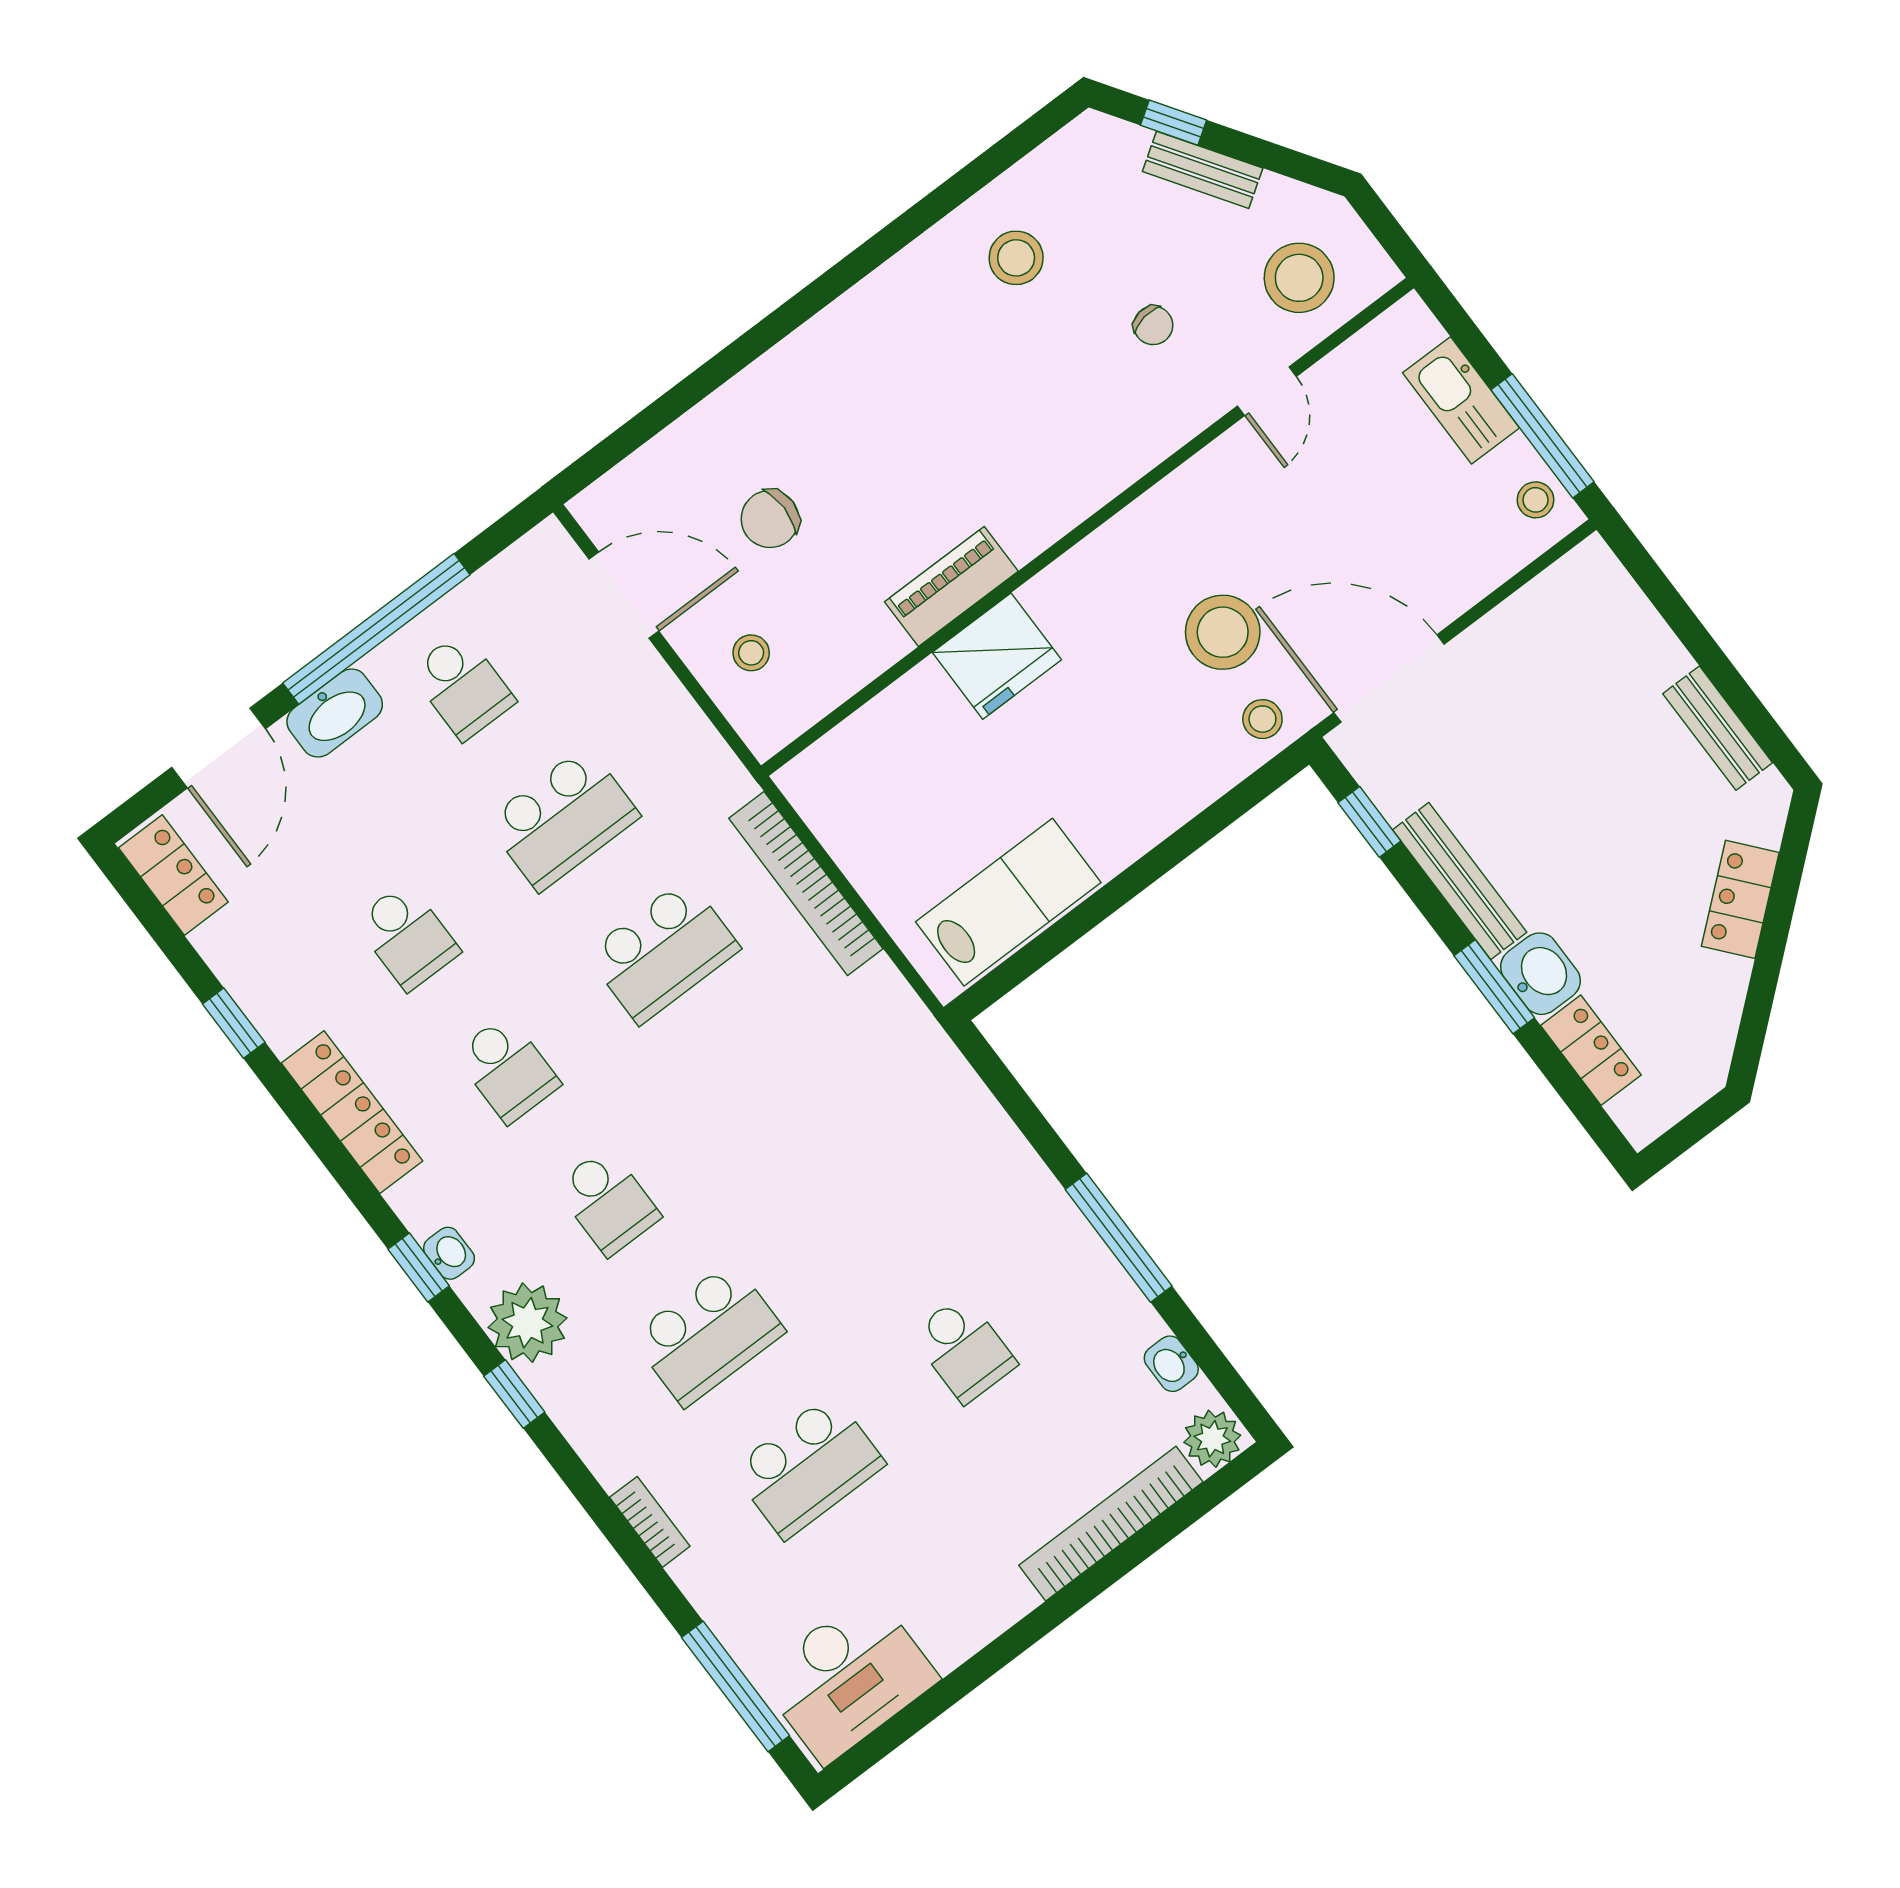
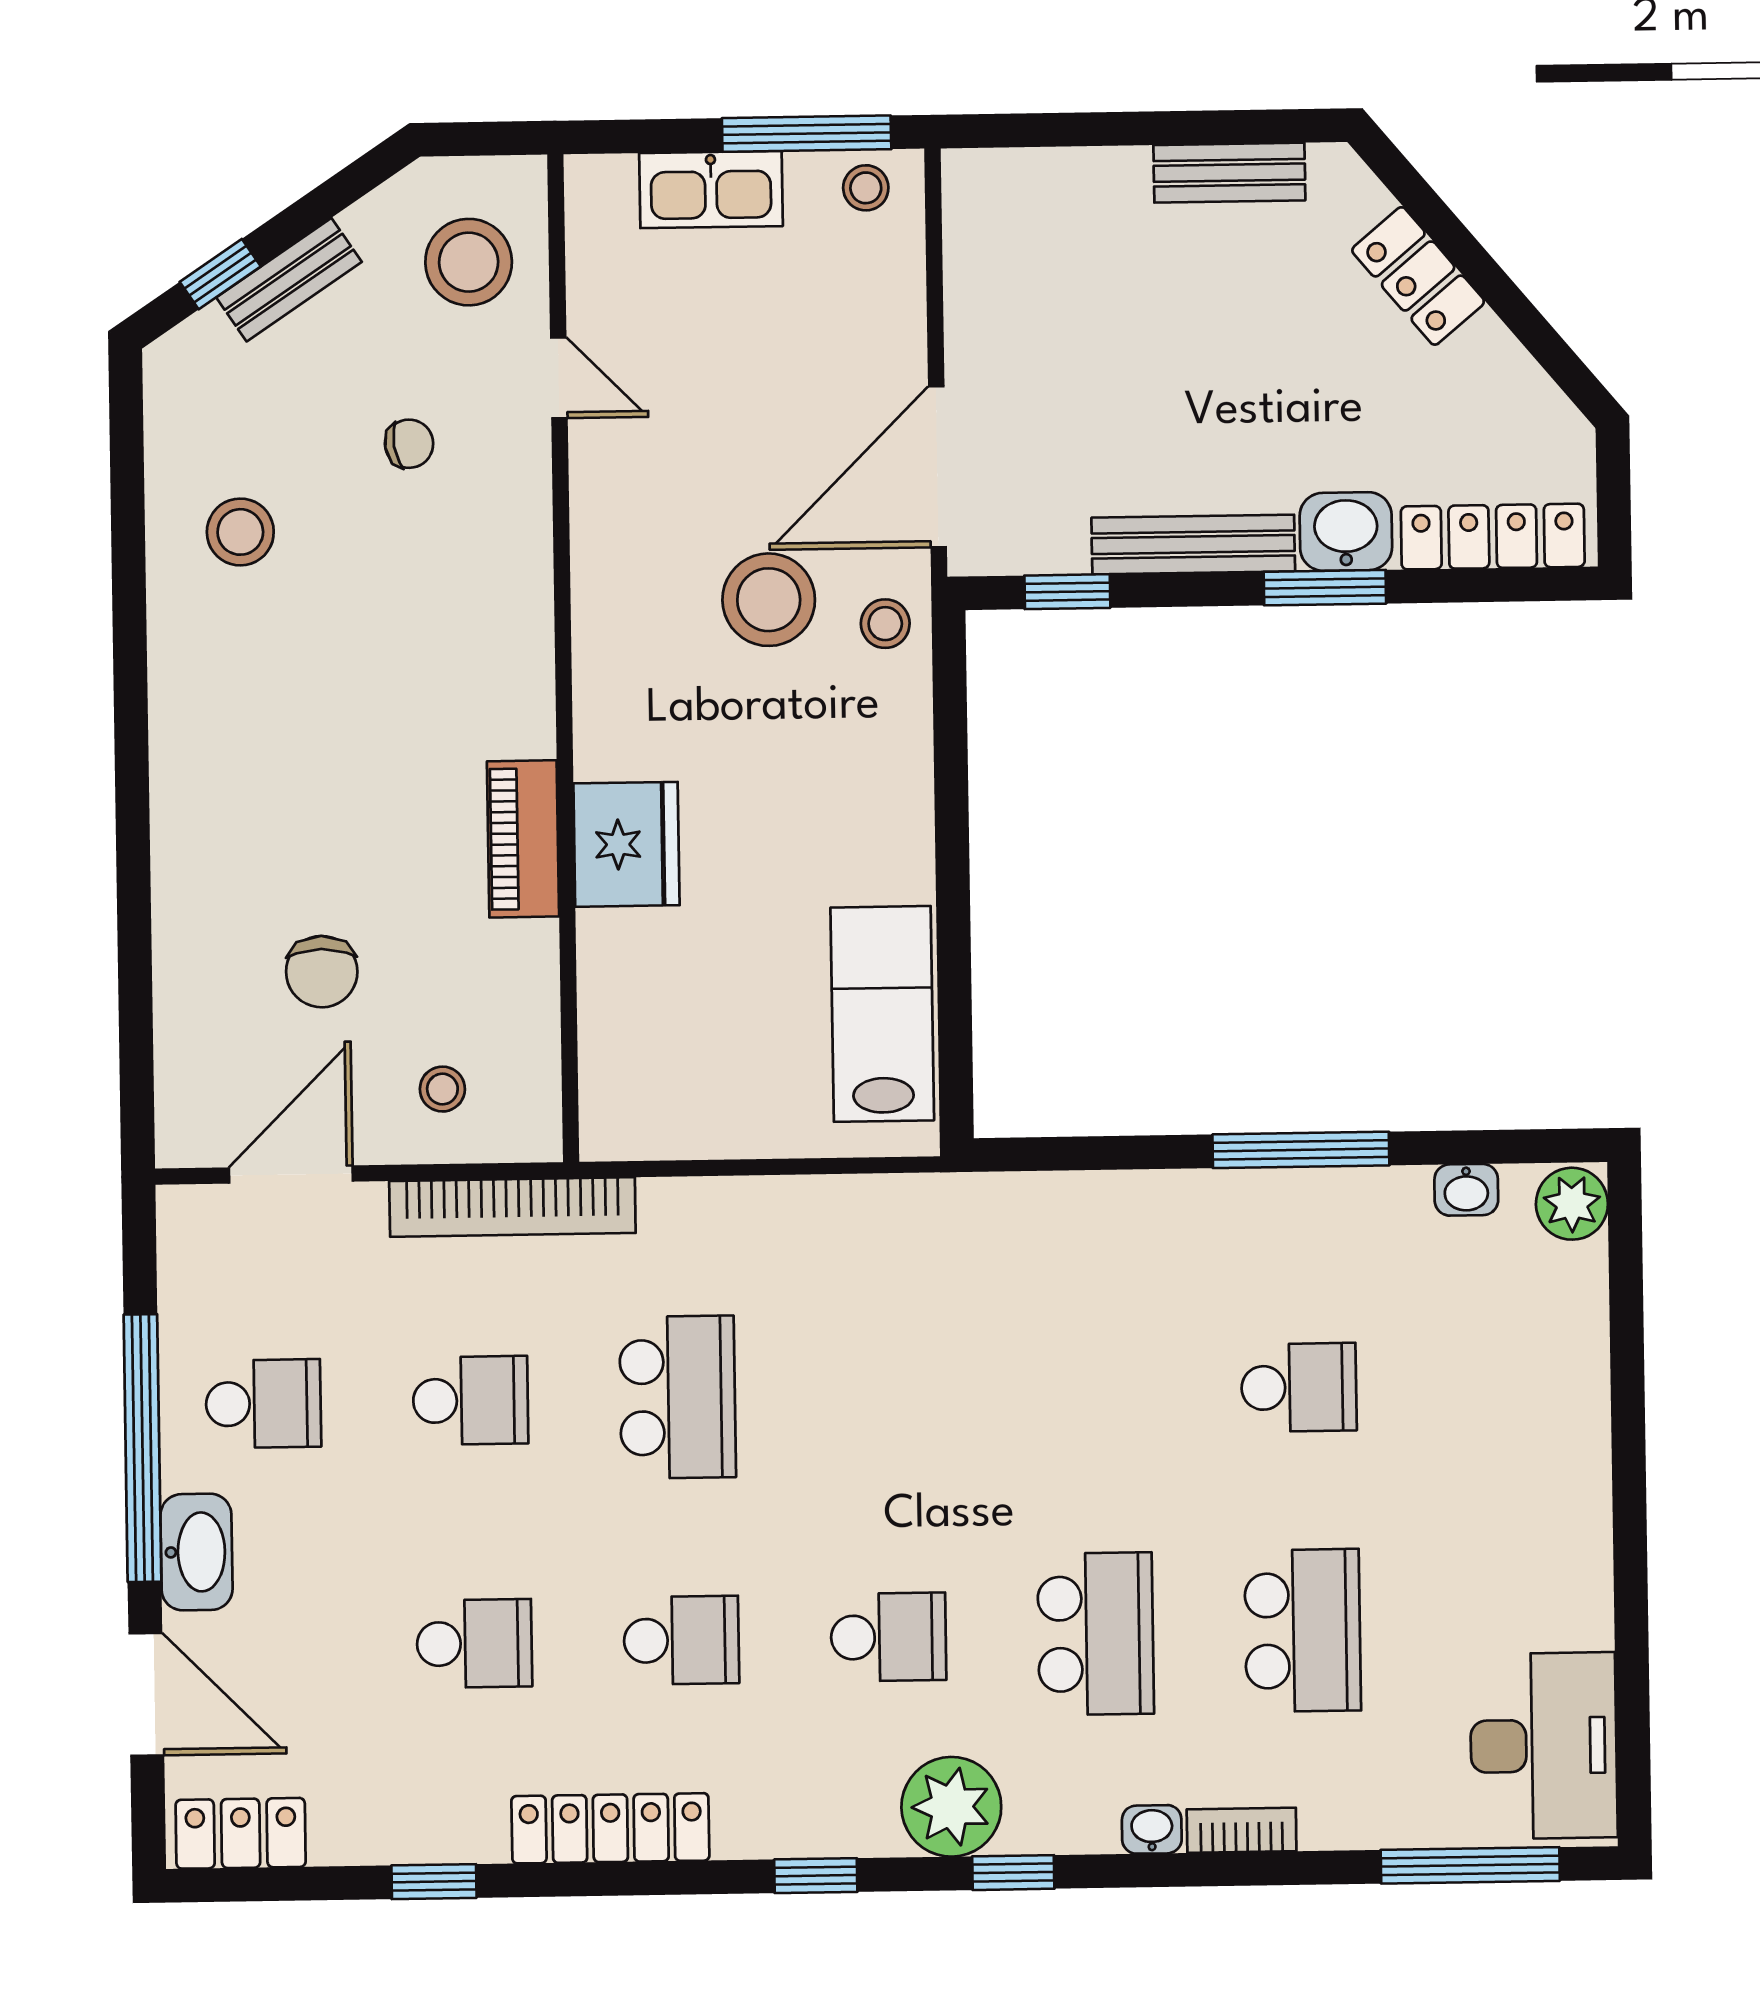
school desk: (563, 819) -> (470, 1400), width x0.54
bookcase: (806, 884) -> (512, 1207), moved
locker: (1591, 1050) -> (1493, 537), width x1.53
washbasin: (449, 1253) -> (1152, 1829), moved
bookcase: (1111, 1524) -> (1583, 1368), removed

